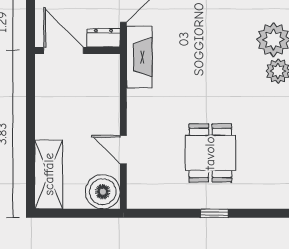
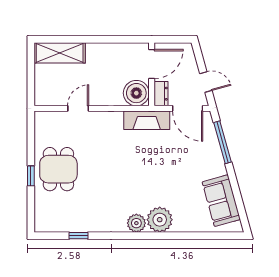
dining table: (210, 153) -> (58, 169), moved, turned 90
boiler: (103, 192) -> (136, 93), moved

